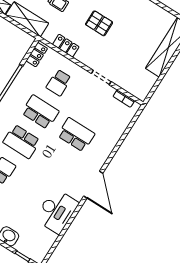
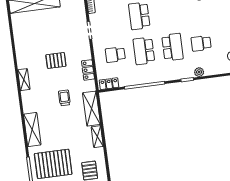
pallet: (99, 23) -> (56, 60), turned 90
school desk: (59, 83) -> (115, 55), turned 180

